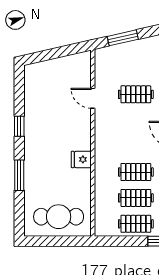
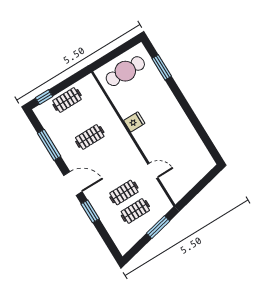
window: (19, 126) -> (193, 118), removed
window: (19, 175) -> (162, 67), moved
clothes rail: (136, 198) -> (135, 211), moved

